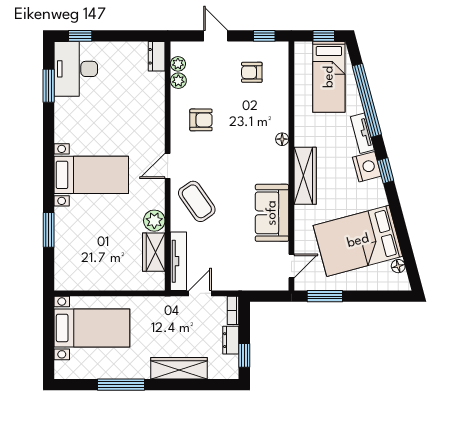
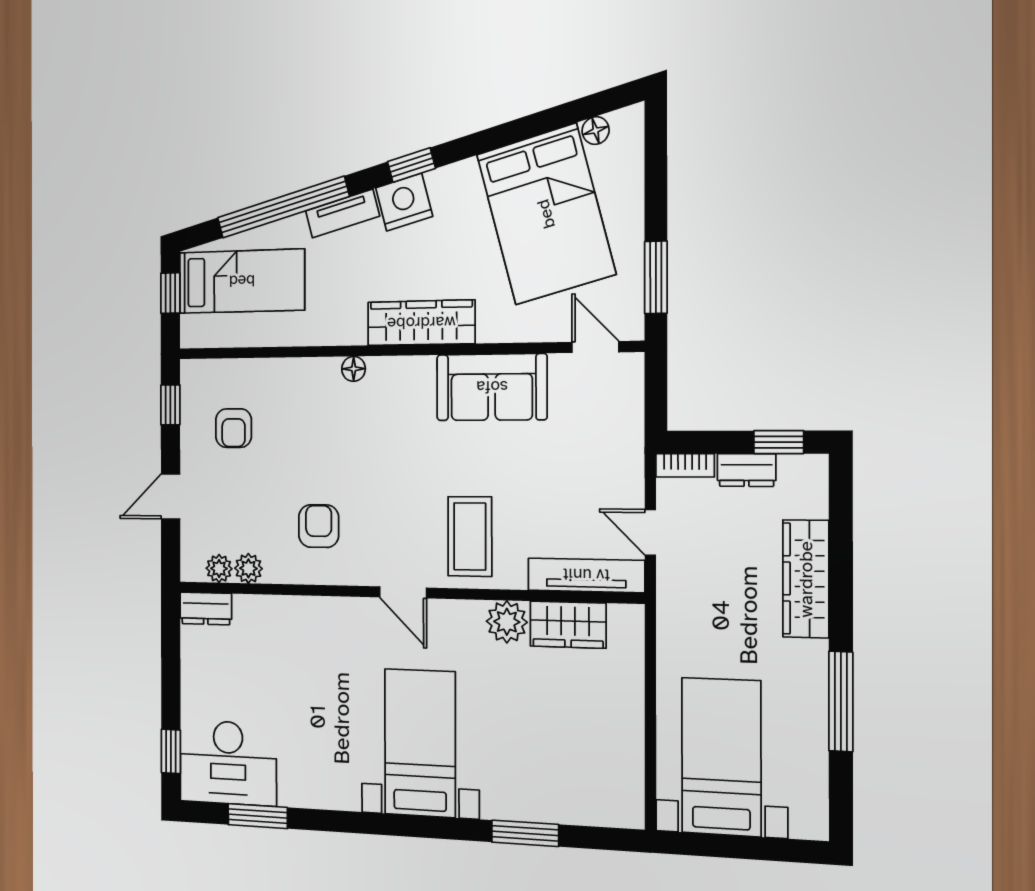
coffee table: (197, 201) -> (470, 536), turned -55

